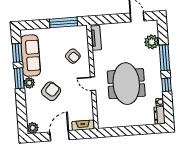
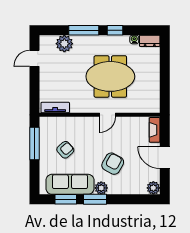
armchair: (73, 56) -> (65, 150), moved
armchair: (51, 91) -> (113, 164), turned 77

